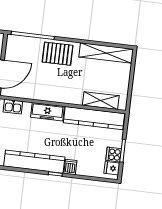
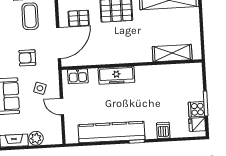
pallet: (23, 55) -> (79, 18), added
kitchen counter: (94, 118) -> (168, 73), removed
dishwasher: (70, 167) -> (163, 130), moved

